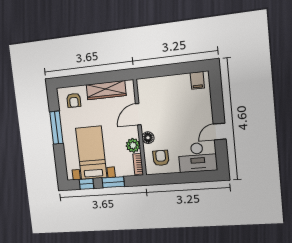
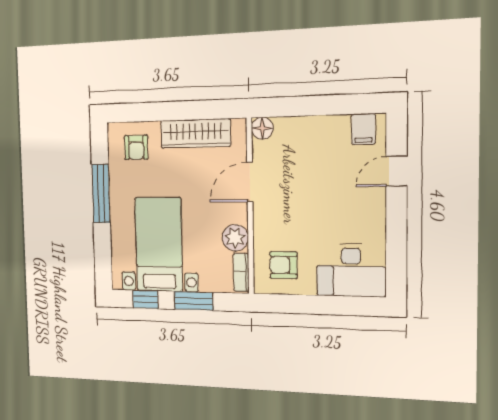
door: (220, 132) -> (396, 171), moved
floor lamp: (148, 138) -> (262, 128), moved
armchair: (161, 158) -> (284, 265), turned -90

